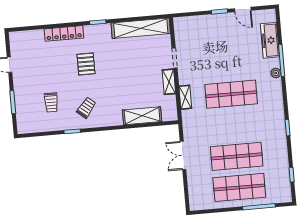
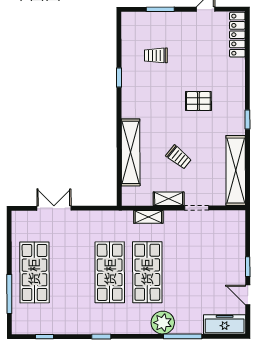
door: (243, 9) -> (248, 295), hinge flipped
locker: (64, 33) -> (237, 35), moved
freezer: (270, 40) -> (225, 324), moved
plant: (276, 73) -> (163, 323), width x1.87, depth x1.87
trolley: (86, 108) -> (179, 157), moved
shelving: (142, 116) -> (131, 152), width x1.47
double door: (183, 155) -> (54, 208), moved
shop shelf: (237, 156) -> (110, 272), moved

